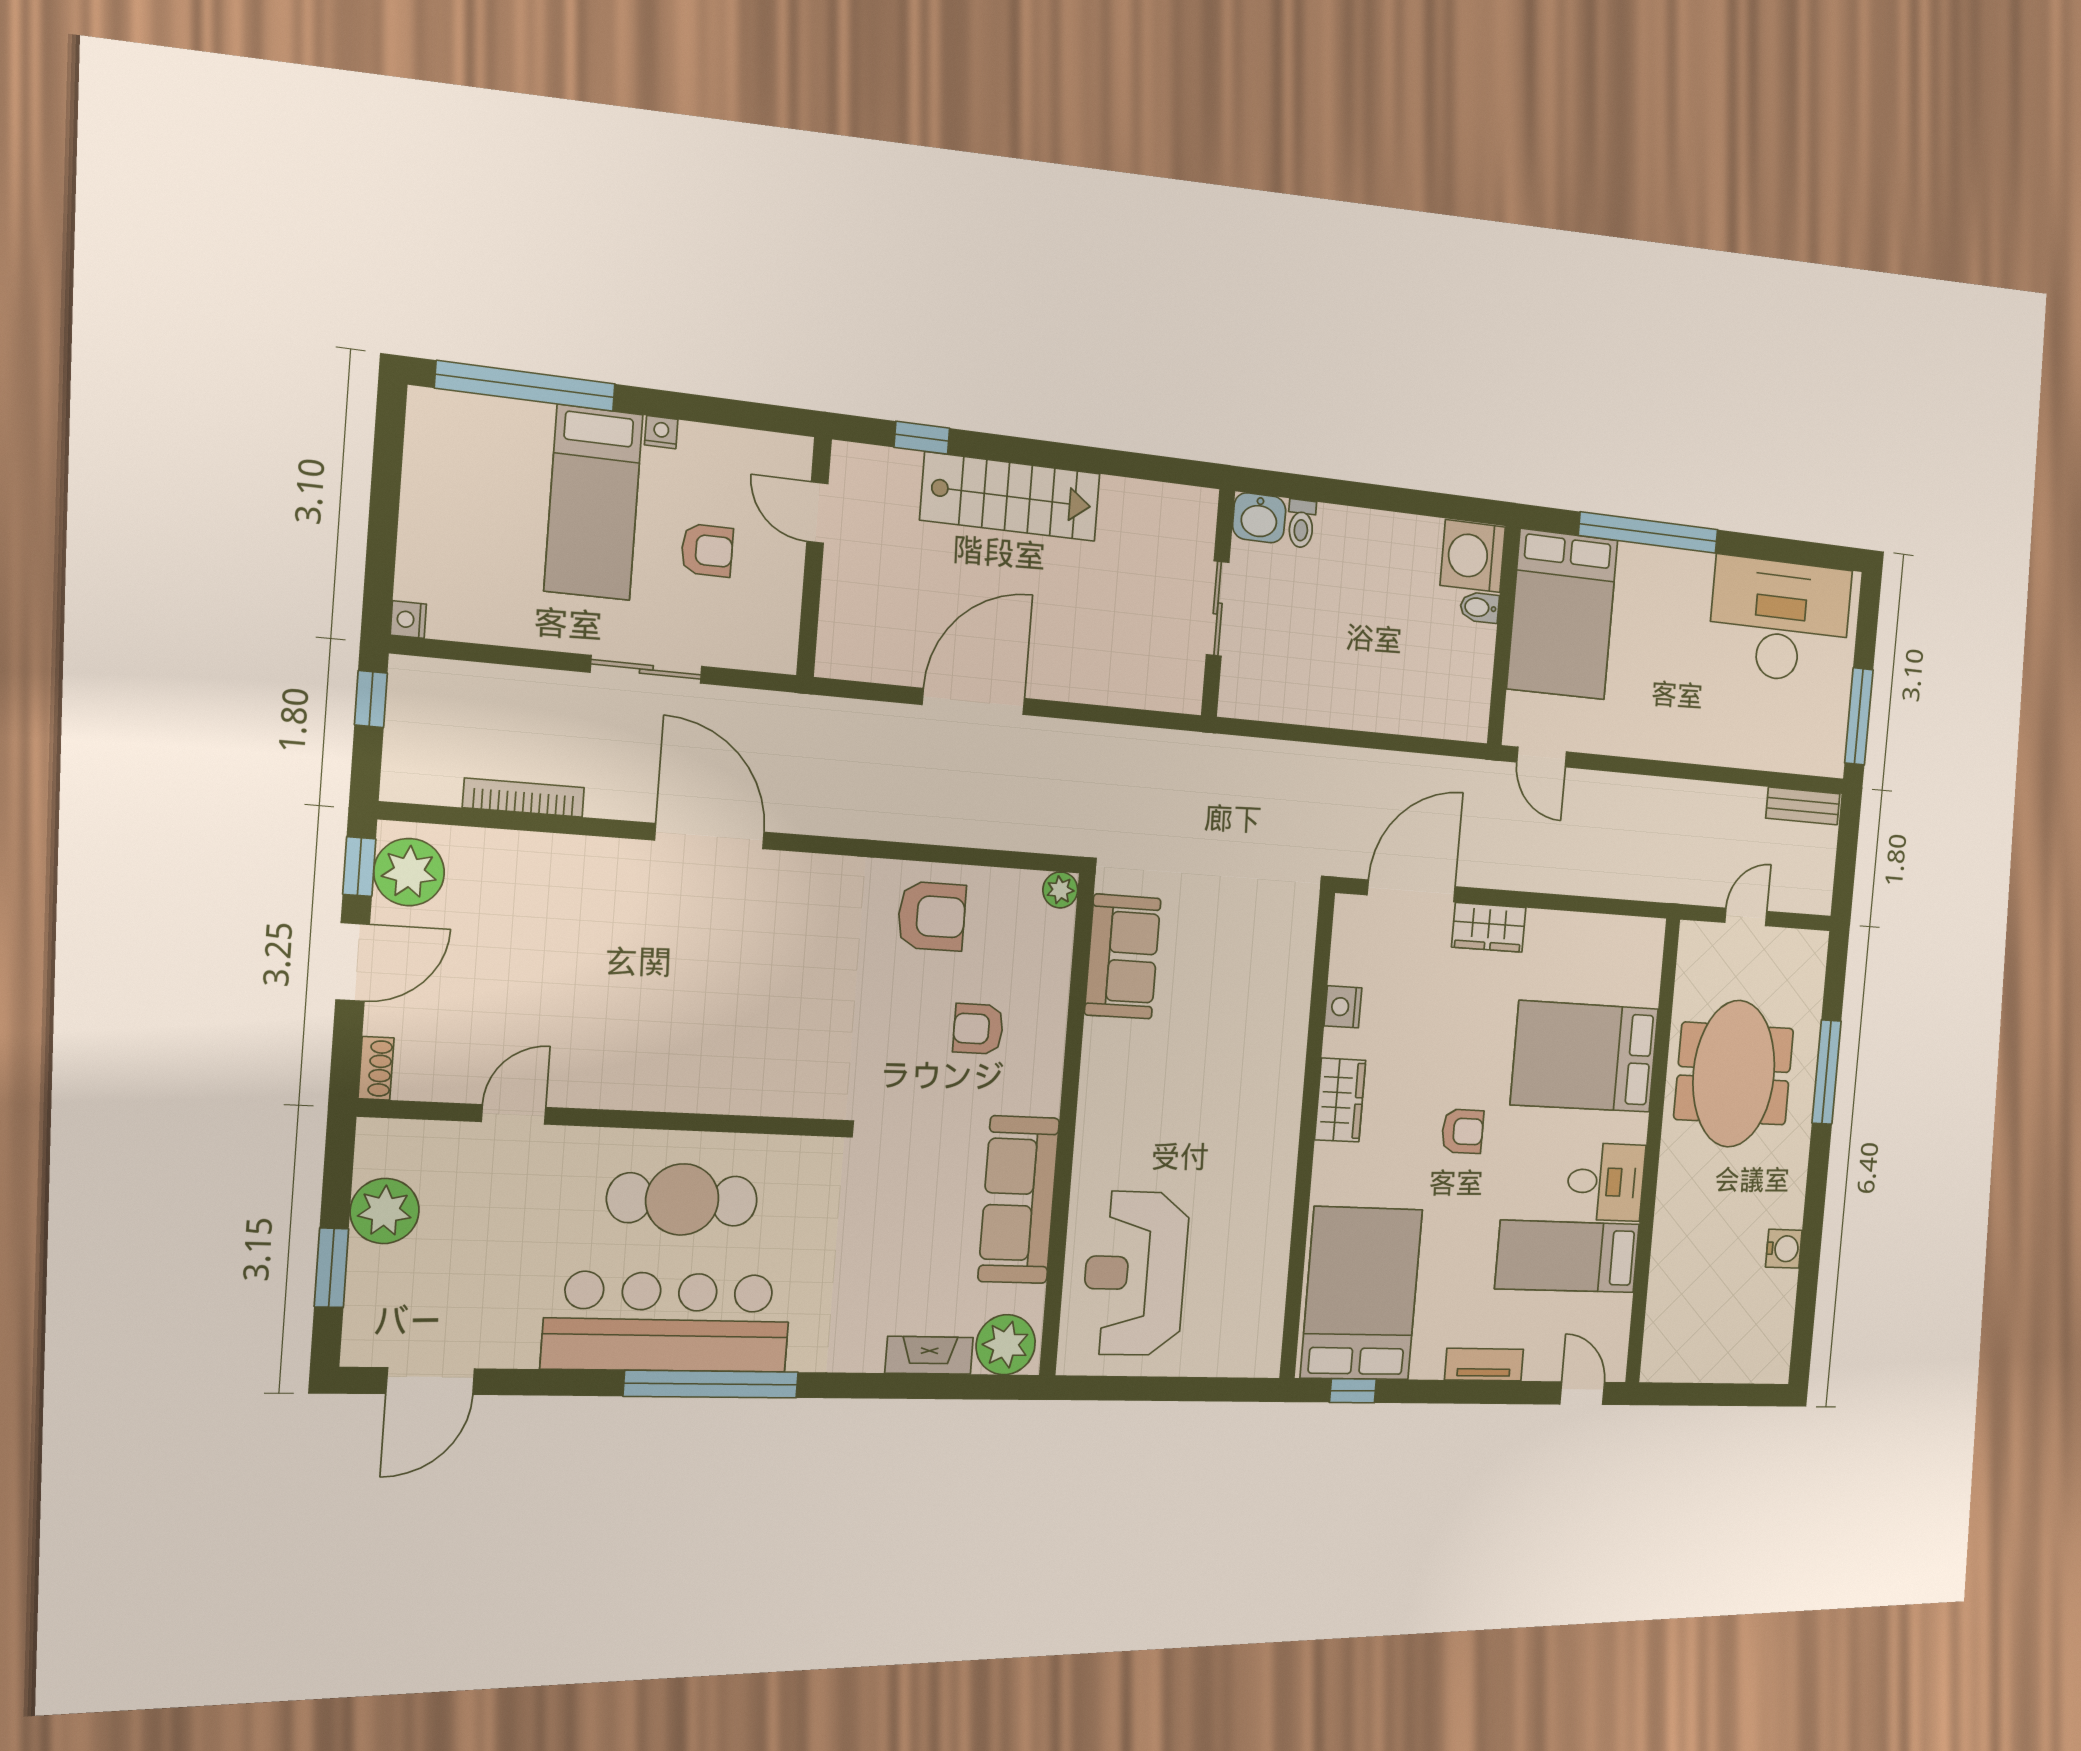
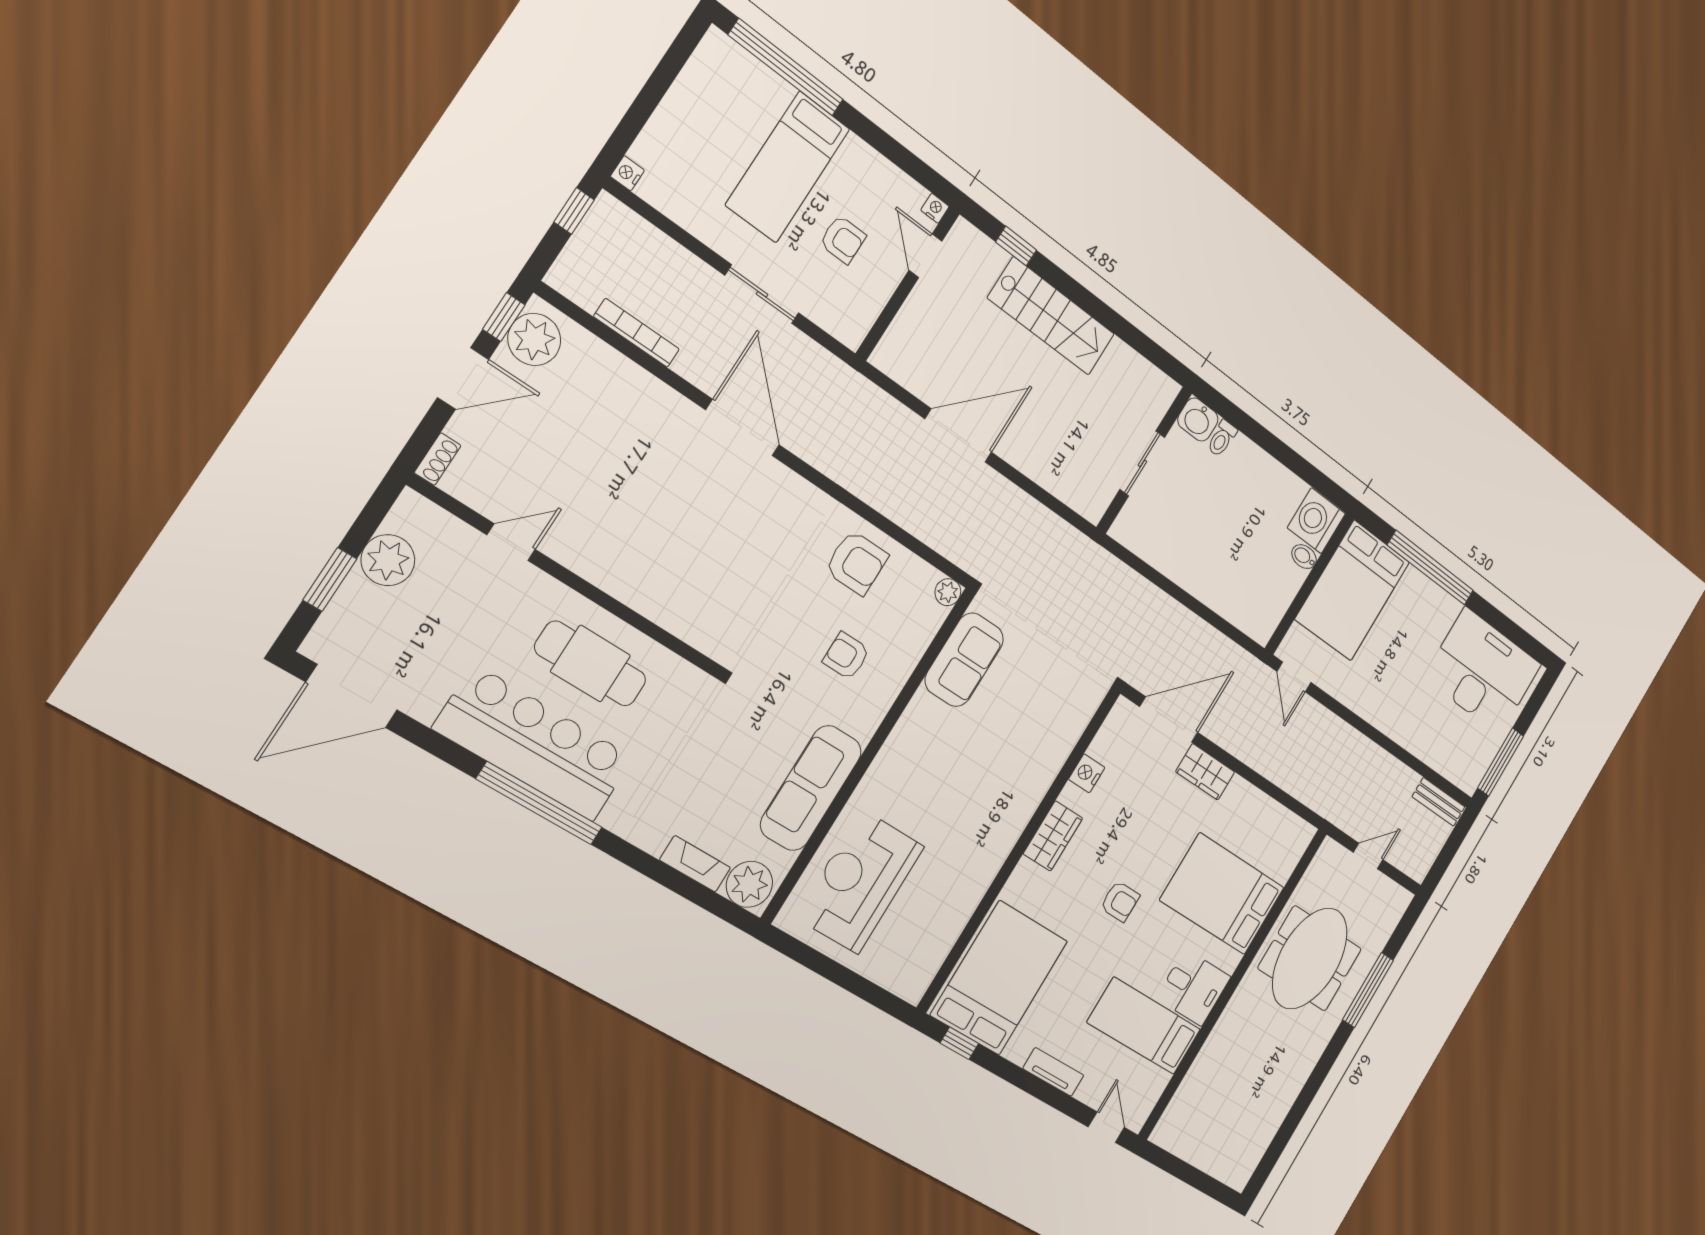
nightstand: (661, 432) -> (935, 208), moved
water cooler: (1784, 1249) -> (1283, 1097), removed
door: (430, 1381) -> (352, 696), width x1.36

